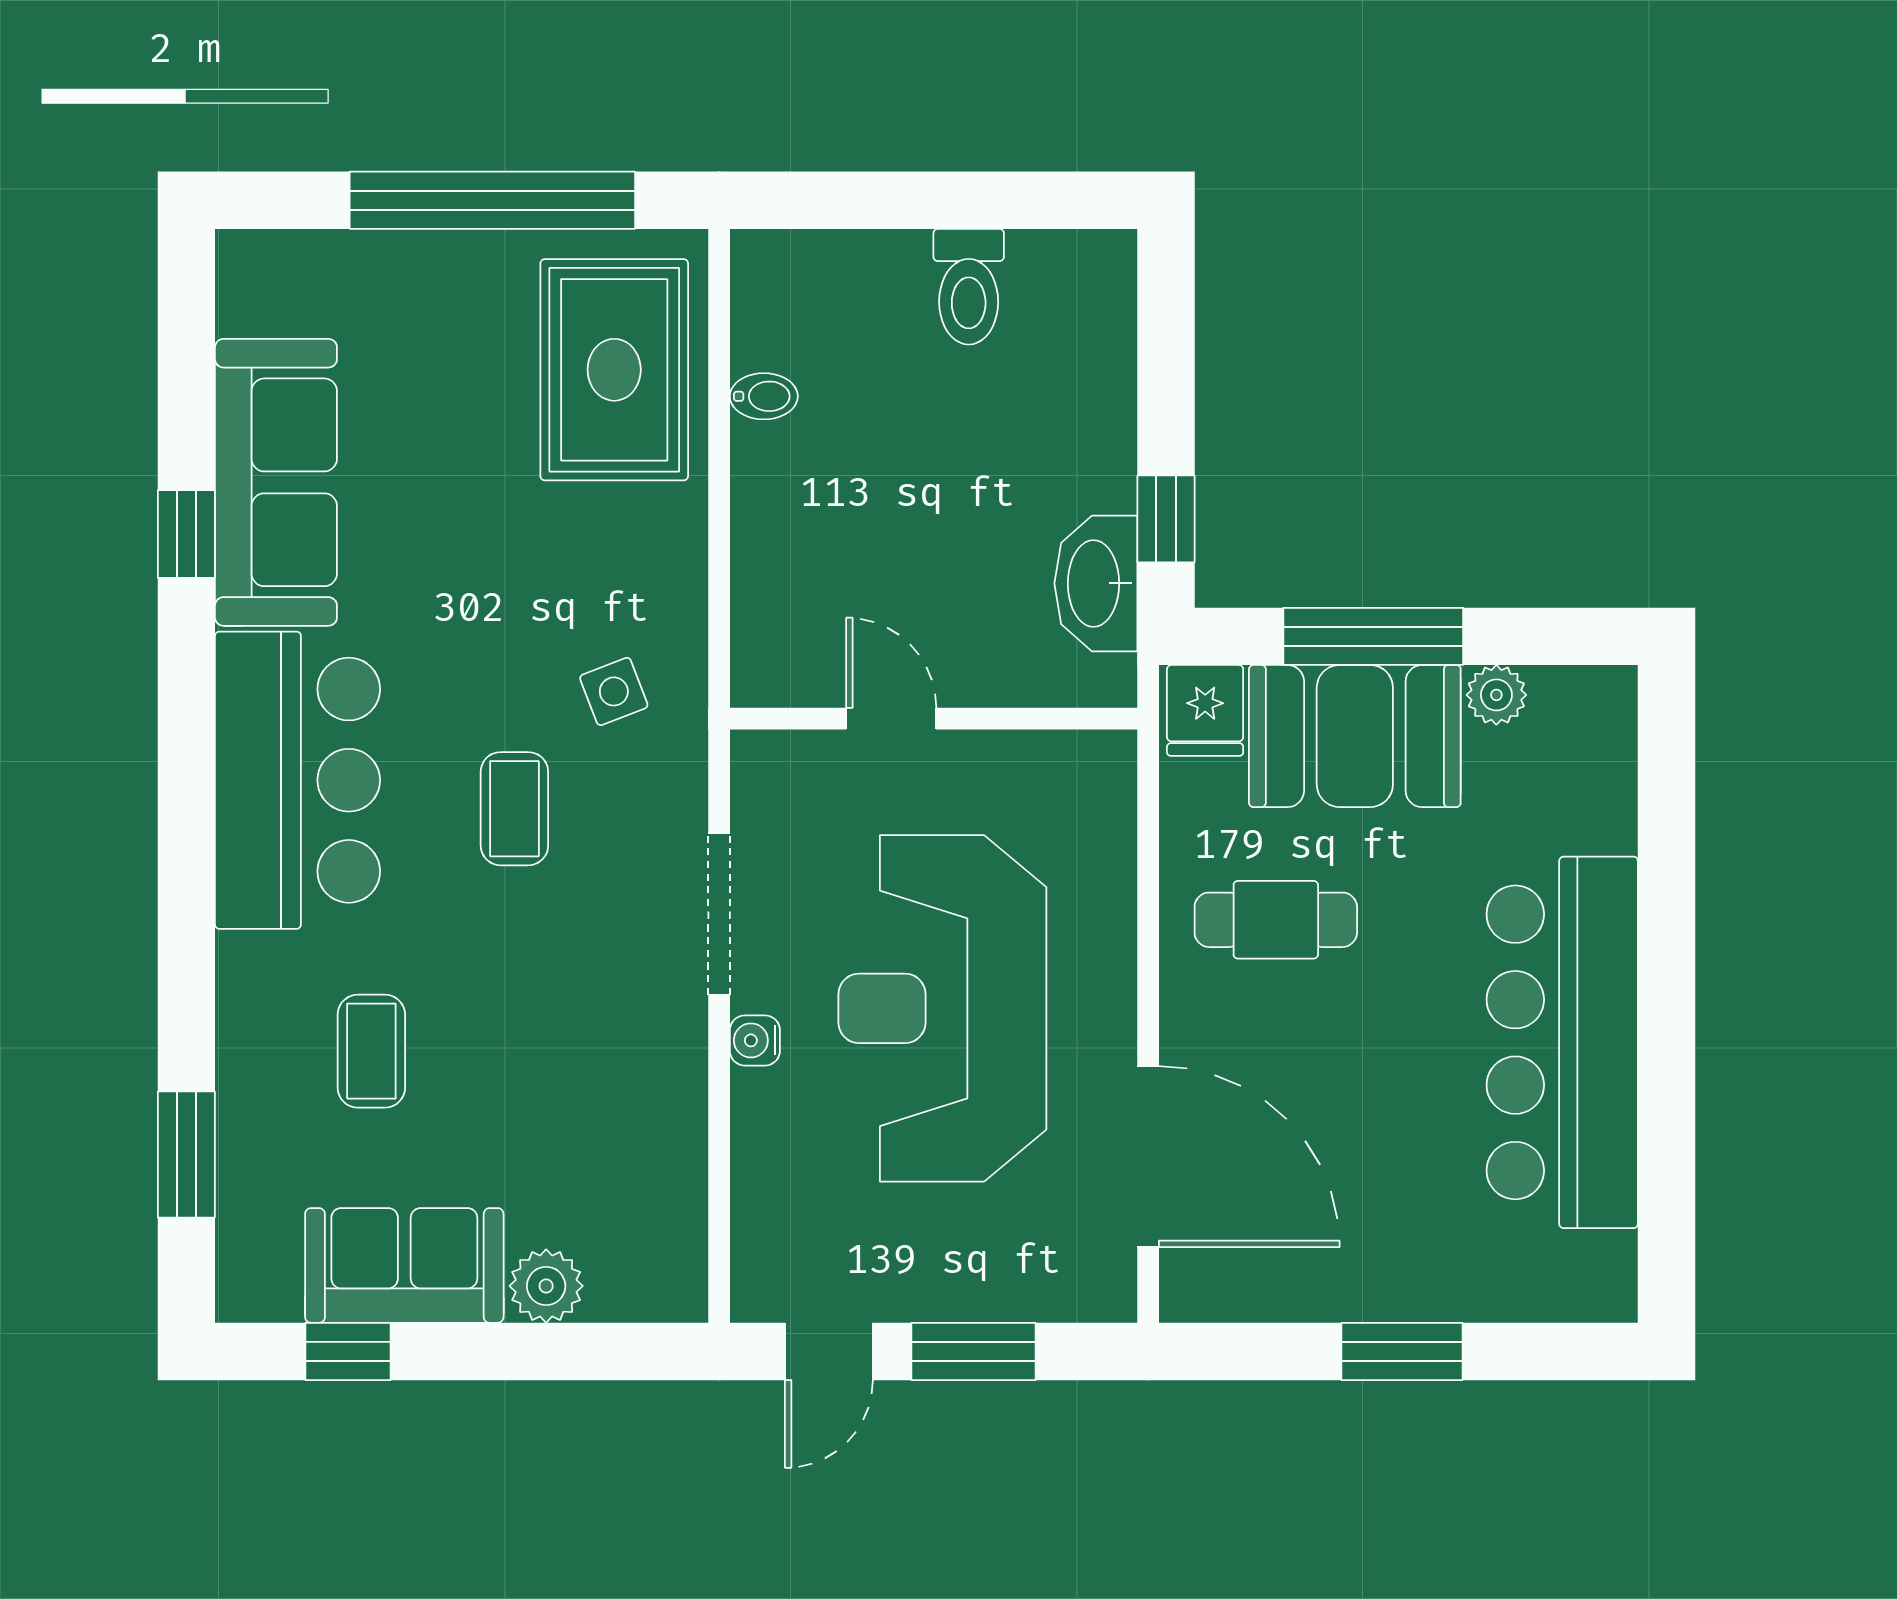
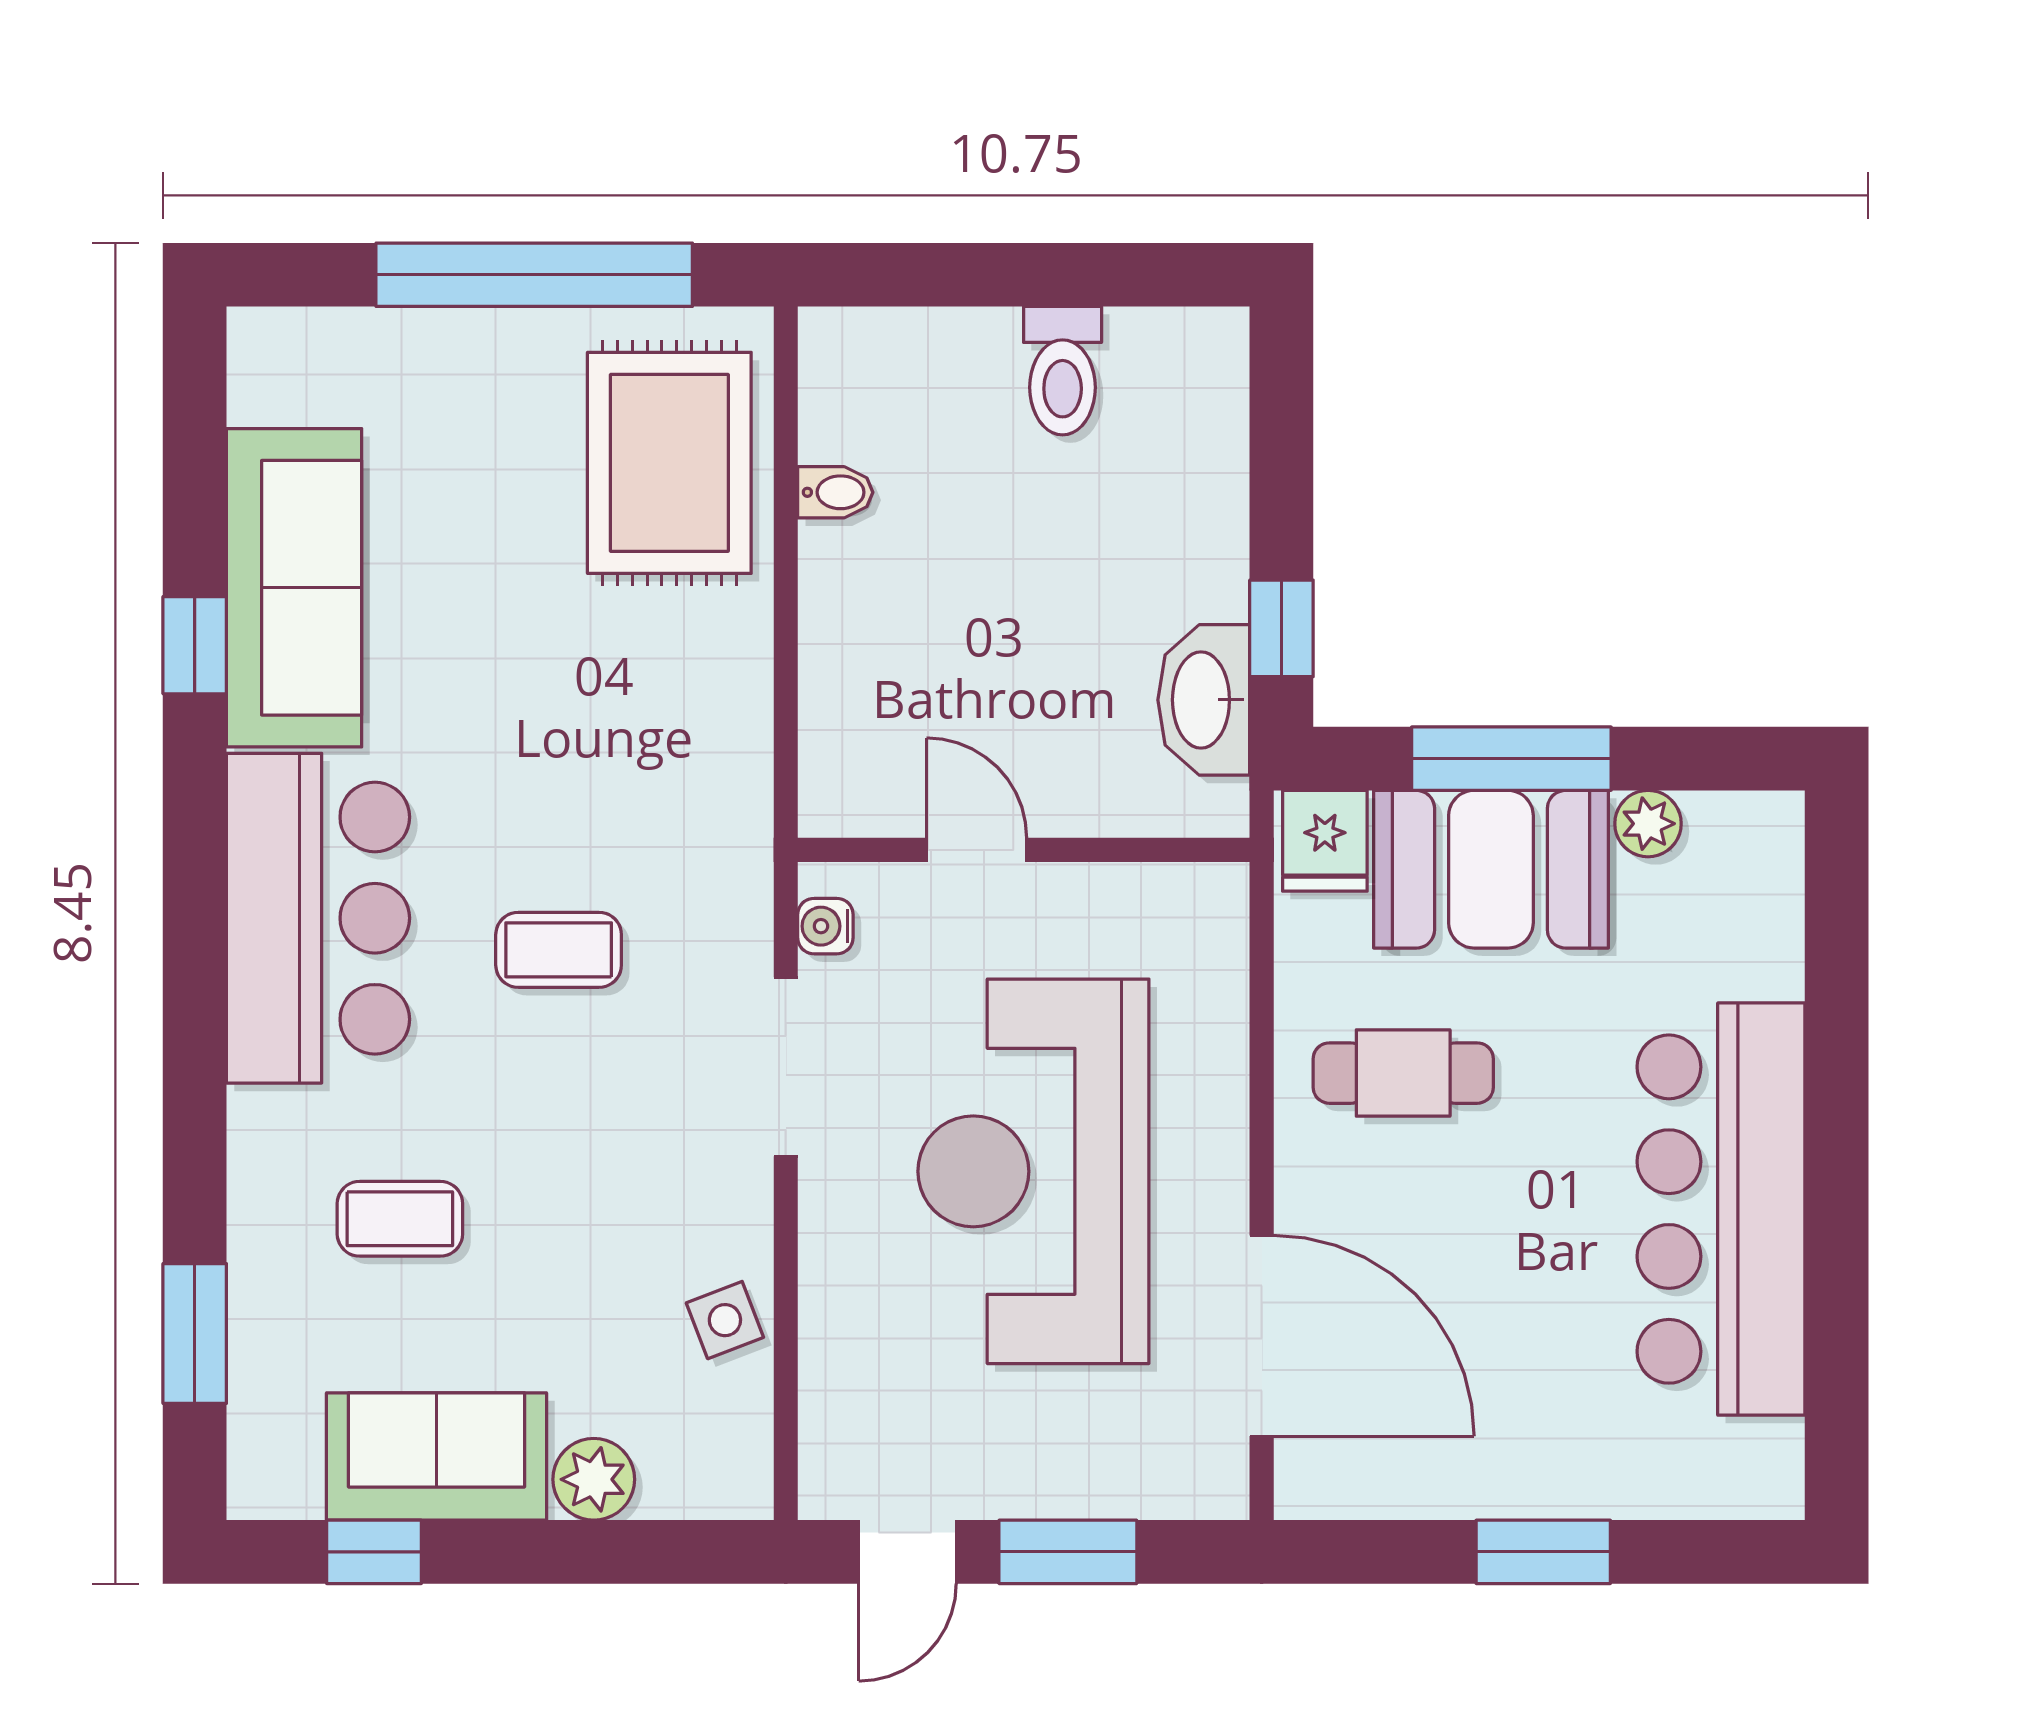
side table: (614, 691) -> (725, 1320), moved
coffee table: (514, 809) -> (559, 950), turned 90
water cooler: (755, 1040) -> (825, 926), moved
coffee table: (371, 1051) -> (400, 1219), turned 90

